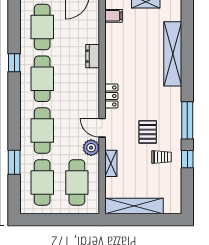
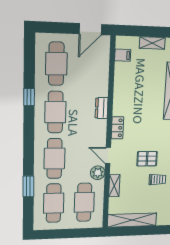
dresser: (93, 56) -> (102, 108), moved
pallet: (148, 132) -> (147, 159), turned 90

